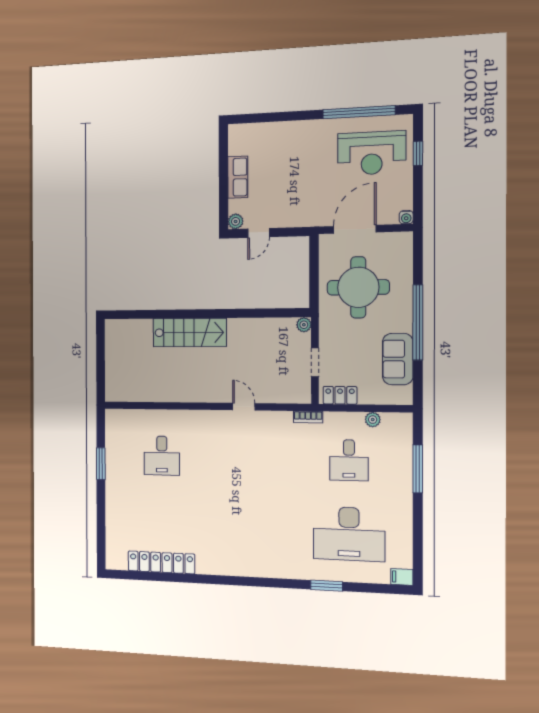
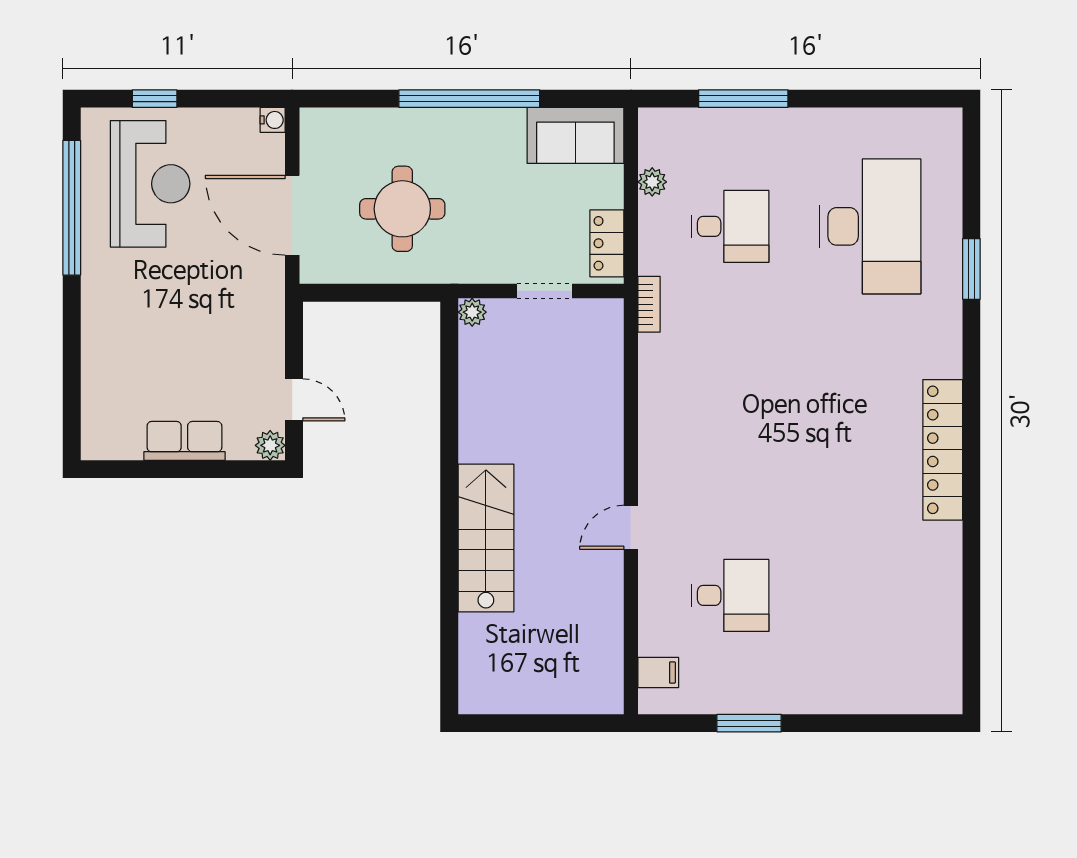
round table: (358, 287) -> (402, 209), width x0.73, depth x0.73
sofa: (398, 359) -> (575, 135), moved
door: (244, 407) -> (631, 527), moved
locker: (161, 562) -> (943, 450), moved
filing cabinet: (402, 577) -> (658, 672), moved, turned -90

